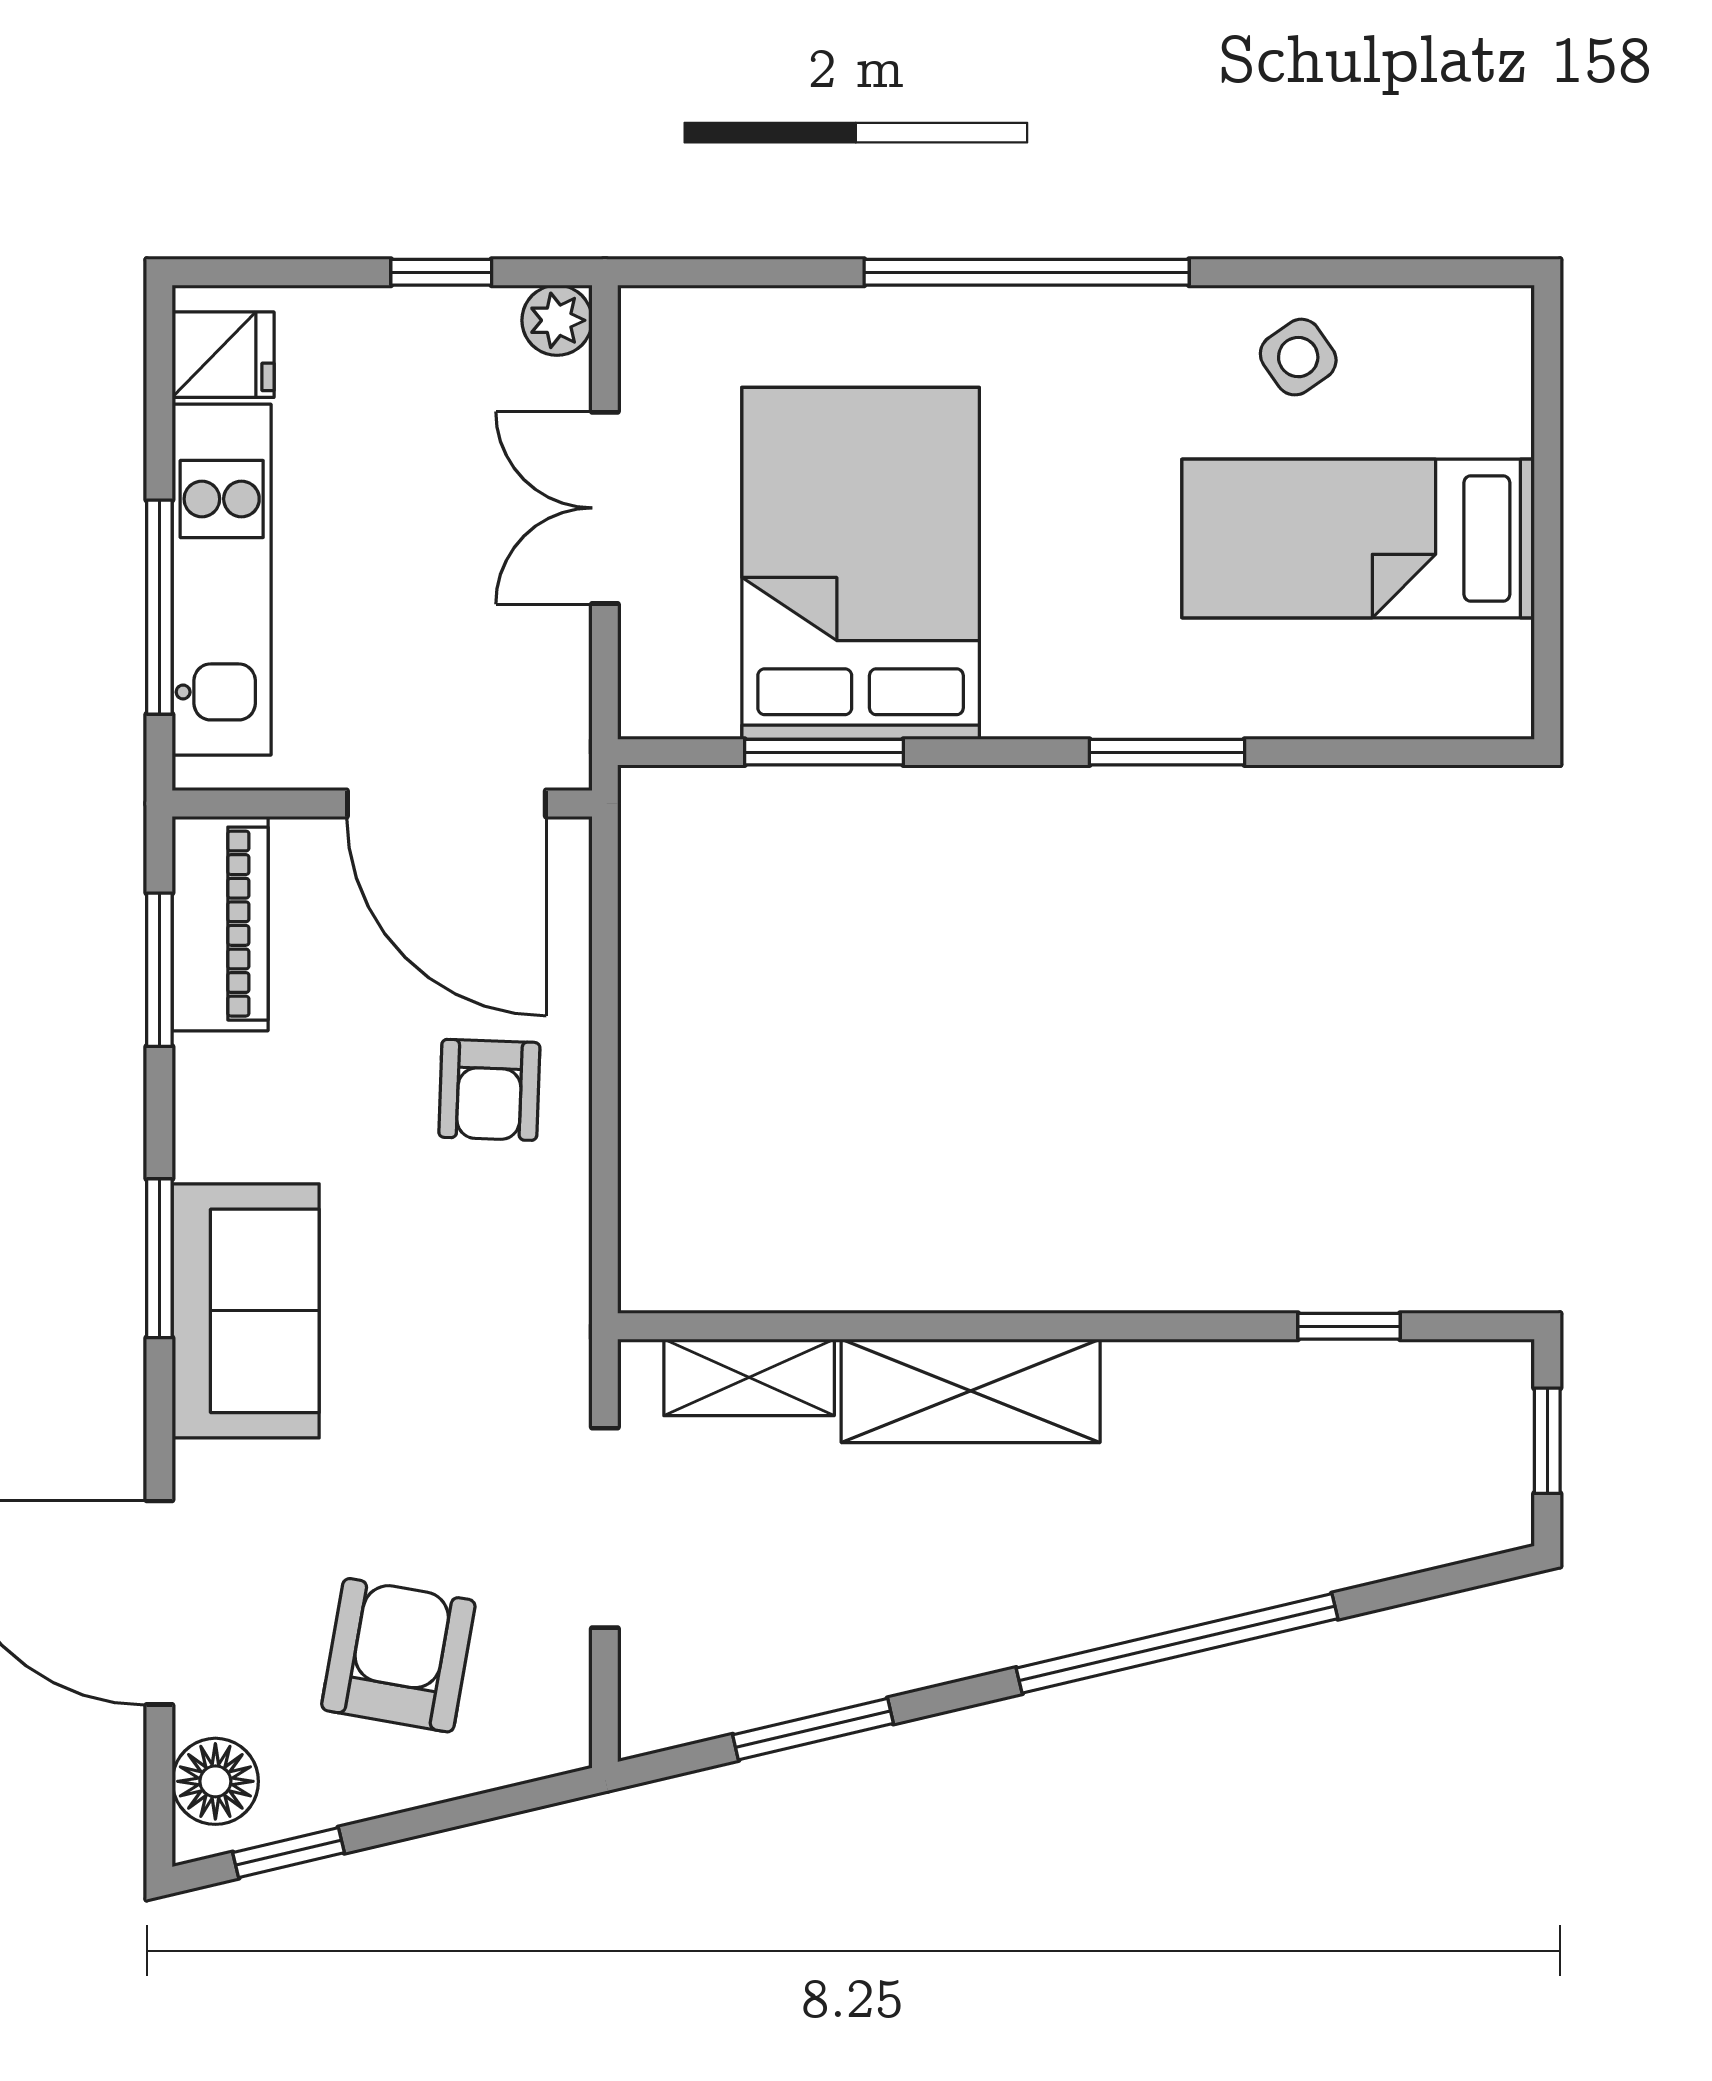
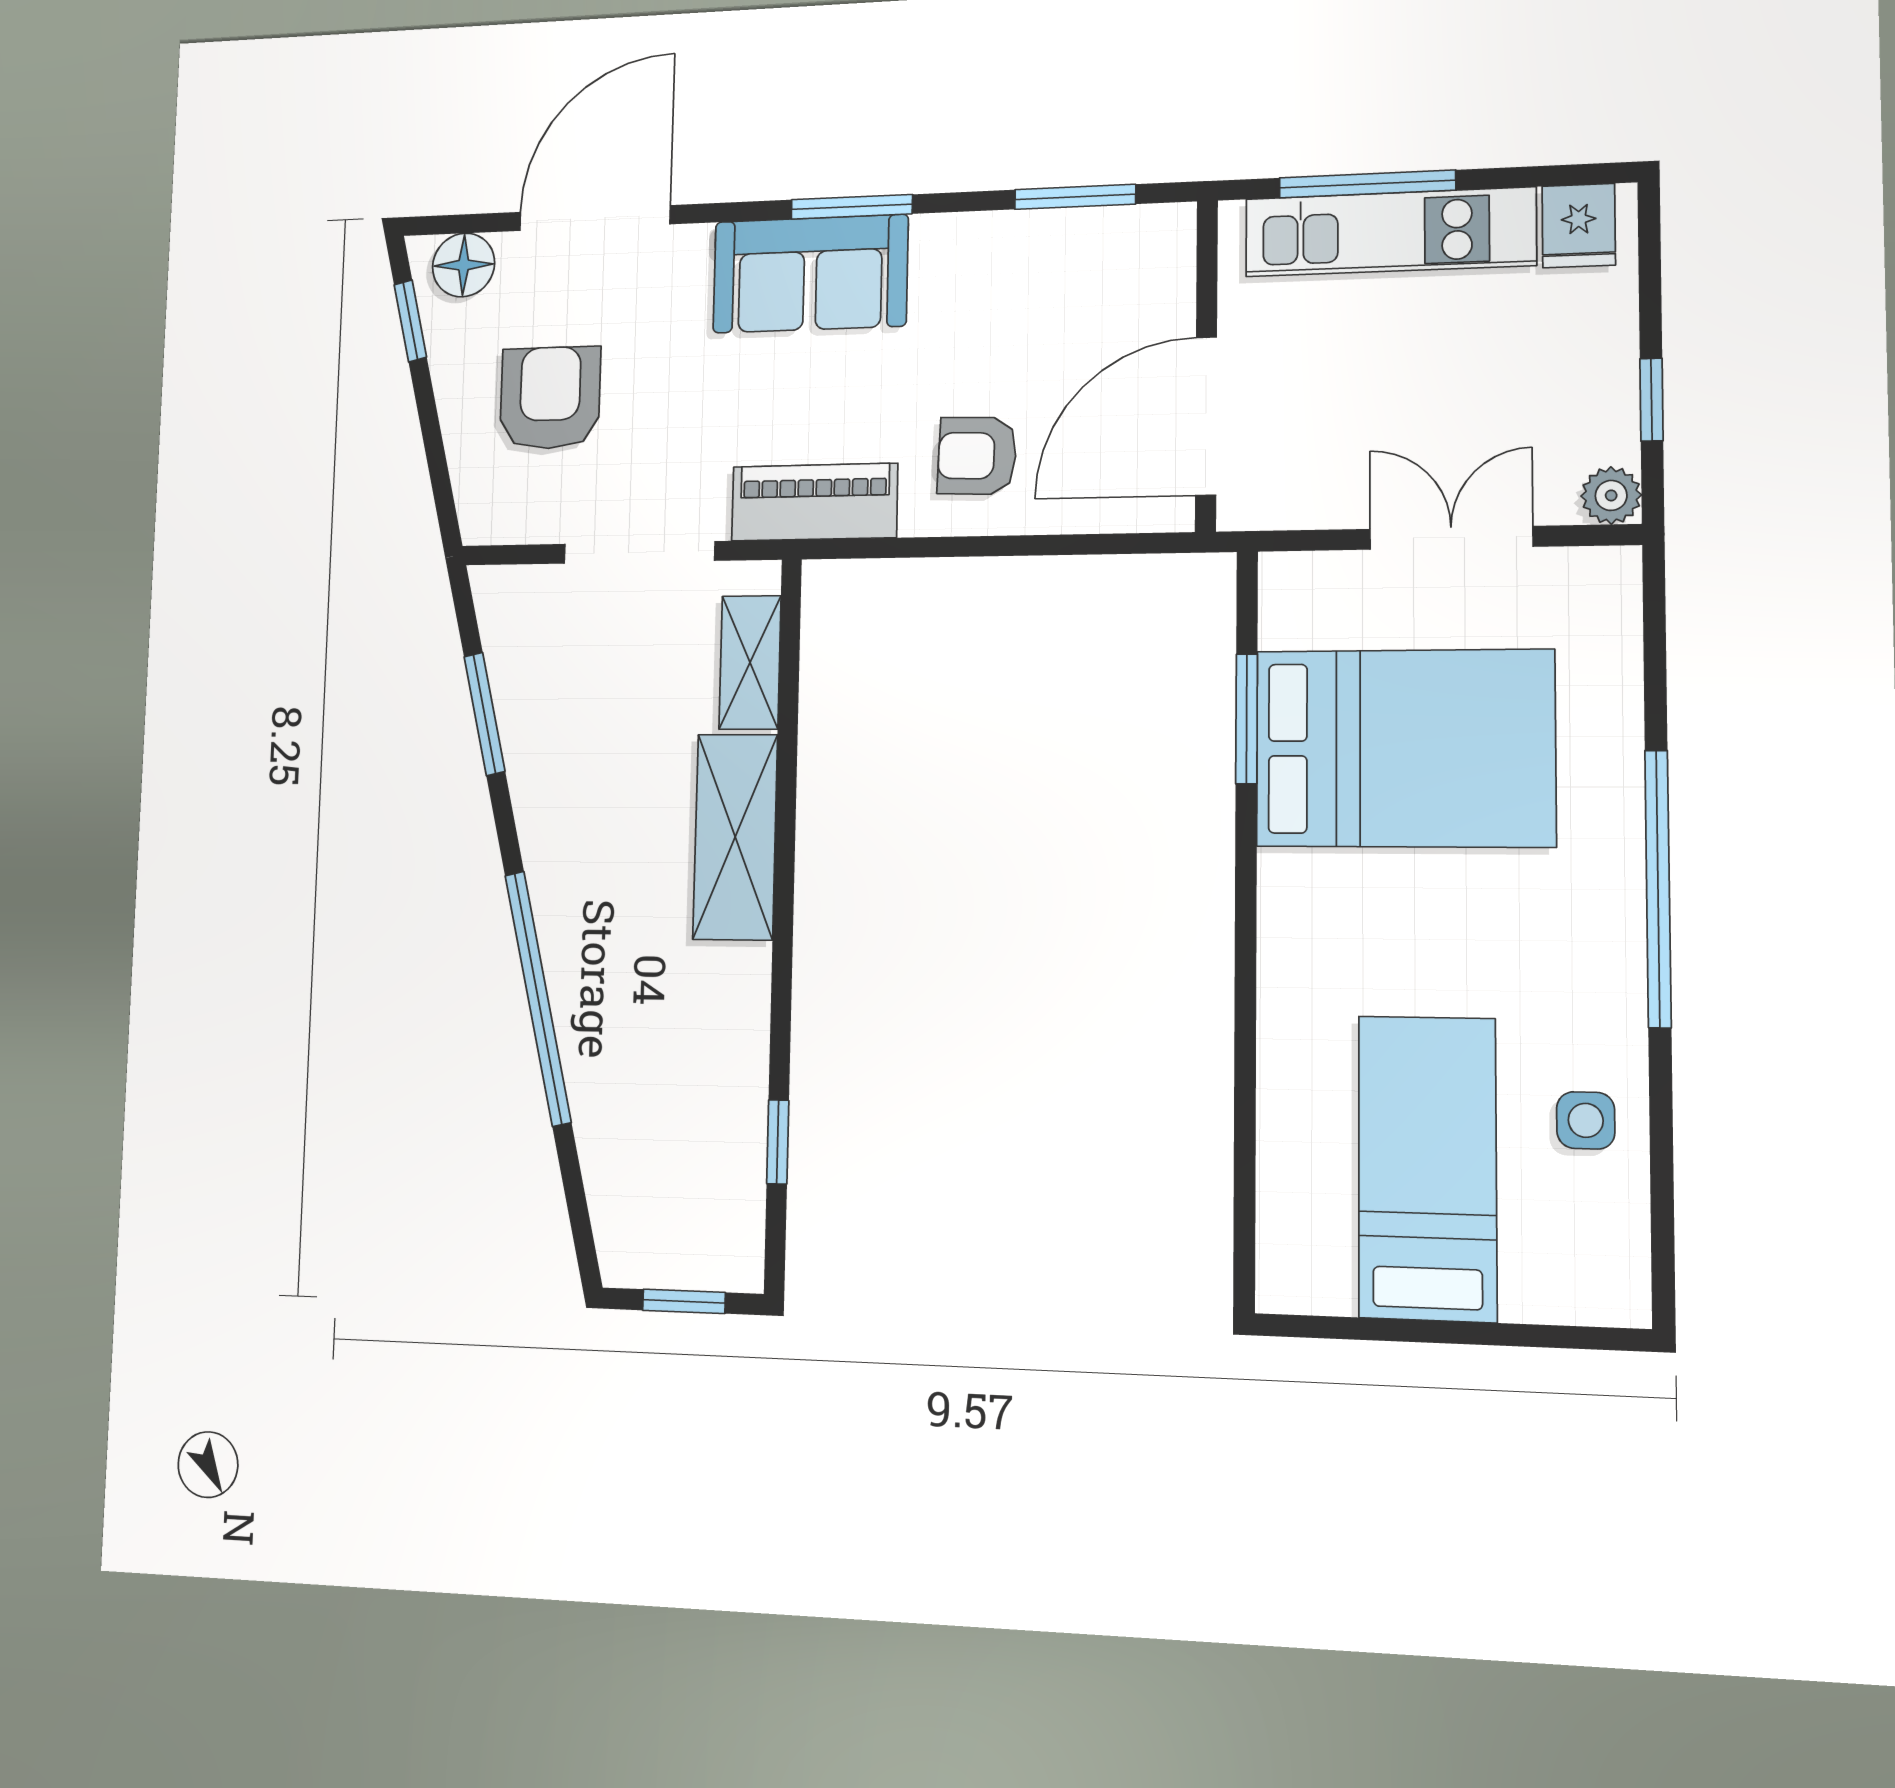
side table: (1298, 357) -> (1586, 1120), turned 35
window: (1167, 752) -> (1245, 1002), removed
piano: (220, 924) -> (814, 502), moved, turned 180
armchair: (398, 1655) -> (550, 398), turned -100

